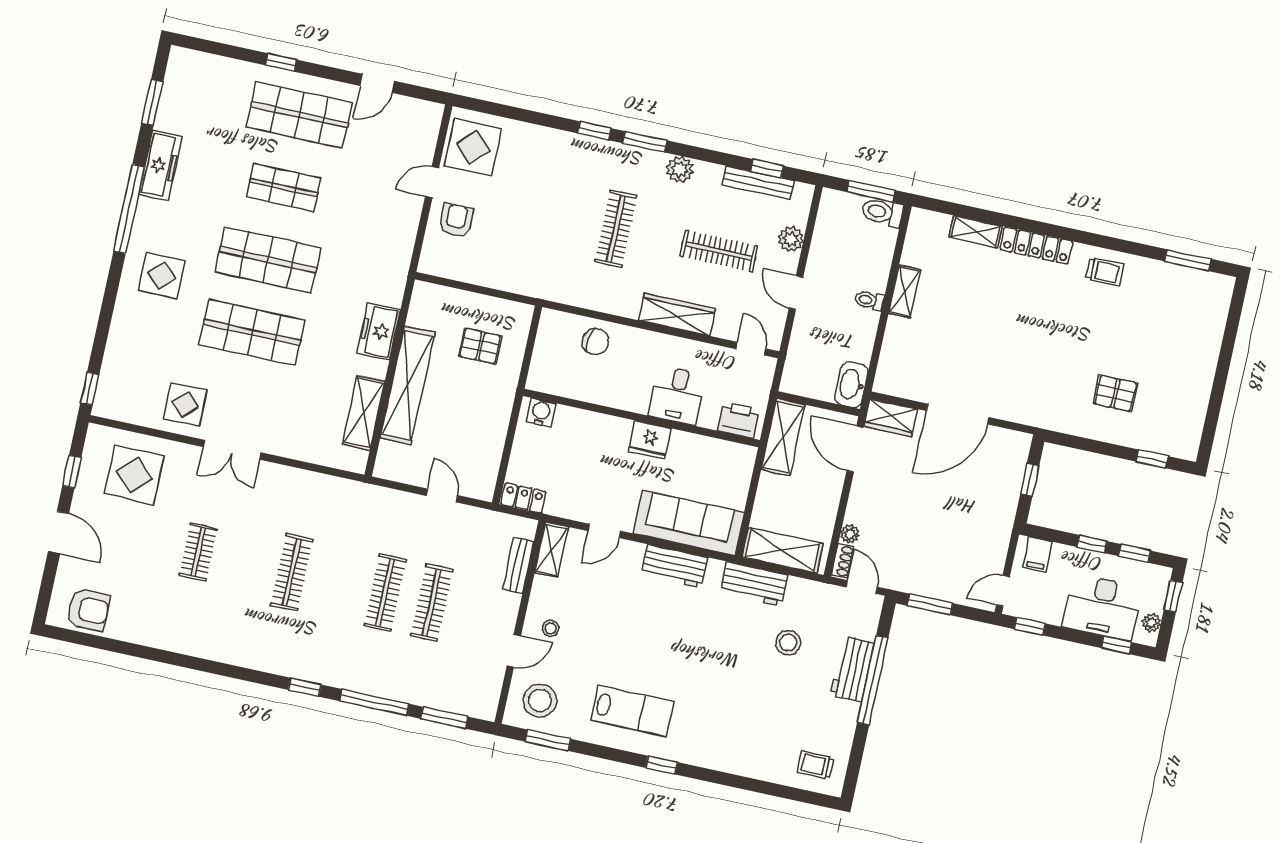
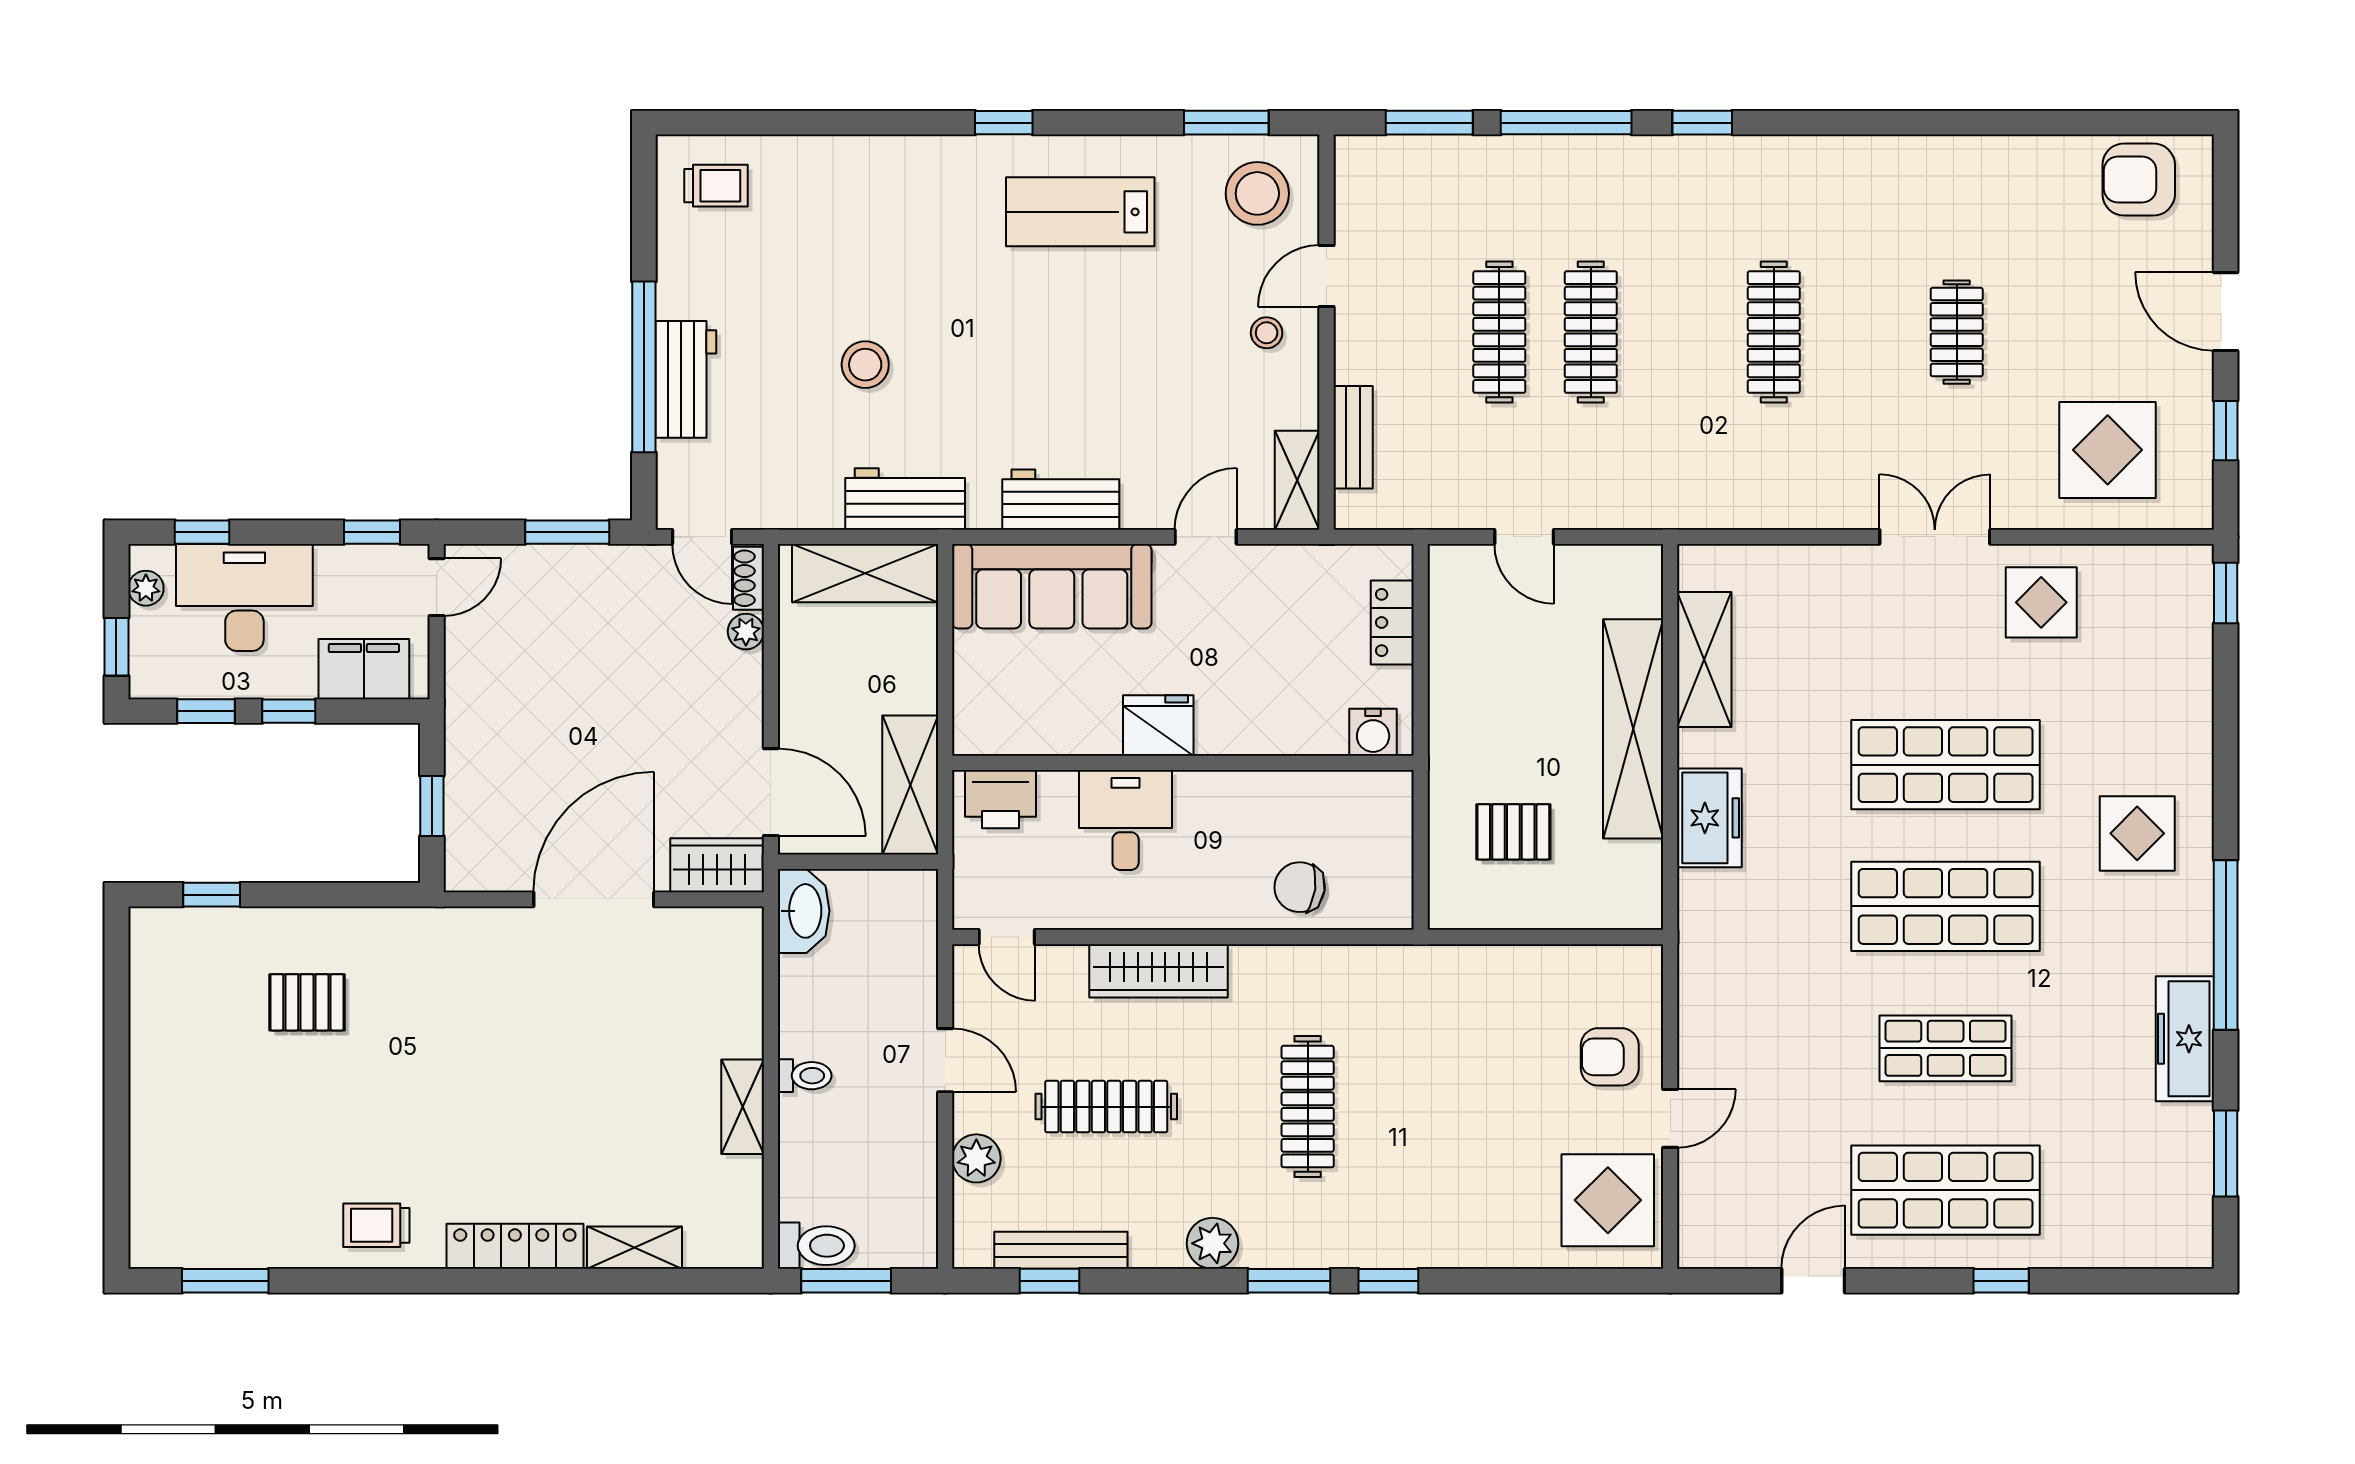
armchair: (456, 220) -> (1610, 1057), turned 90
locker: (523, 498) -> (1392, 622), moved, turned 90
filing cabinet: (1038, 555) -> (364, 669), width x2.00
stool: (788, 643) -> (865, 365), moved

